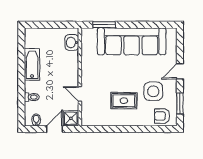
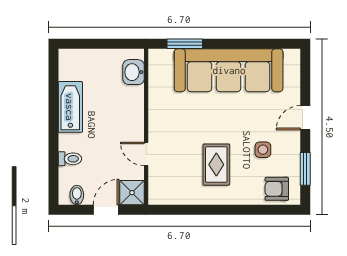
side table: (153, 91) -> (263, 150), width x0.54, depth x0.54
rug: (124, 101) -> (216, 165), turned 90

